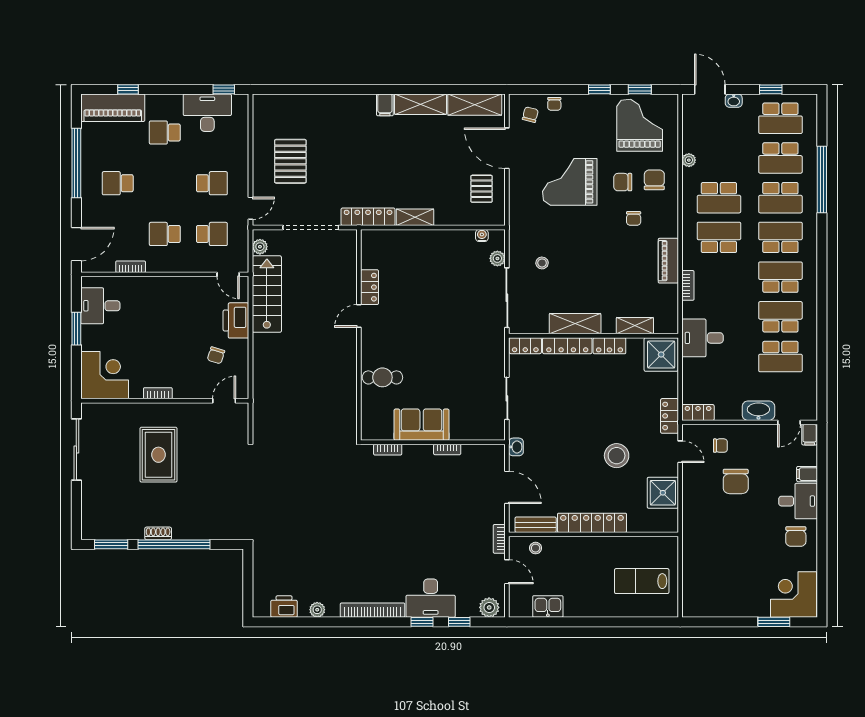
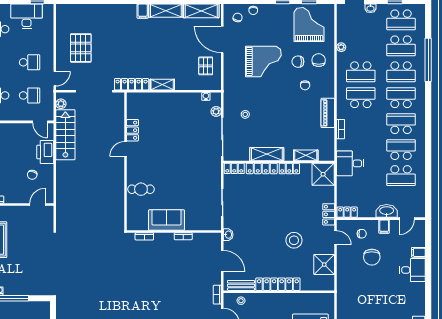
grand piano: (570, 182) -> (263, 61), turned 180
filing cabinet: (810, 435) -> (384, 227), moved
chair: (796, 536) -> (411, 293), removed

